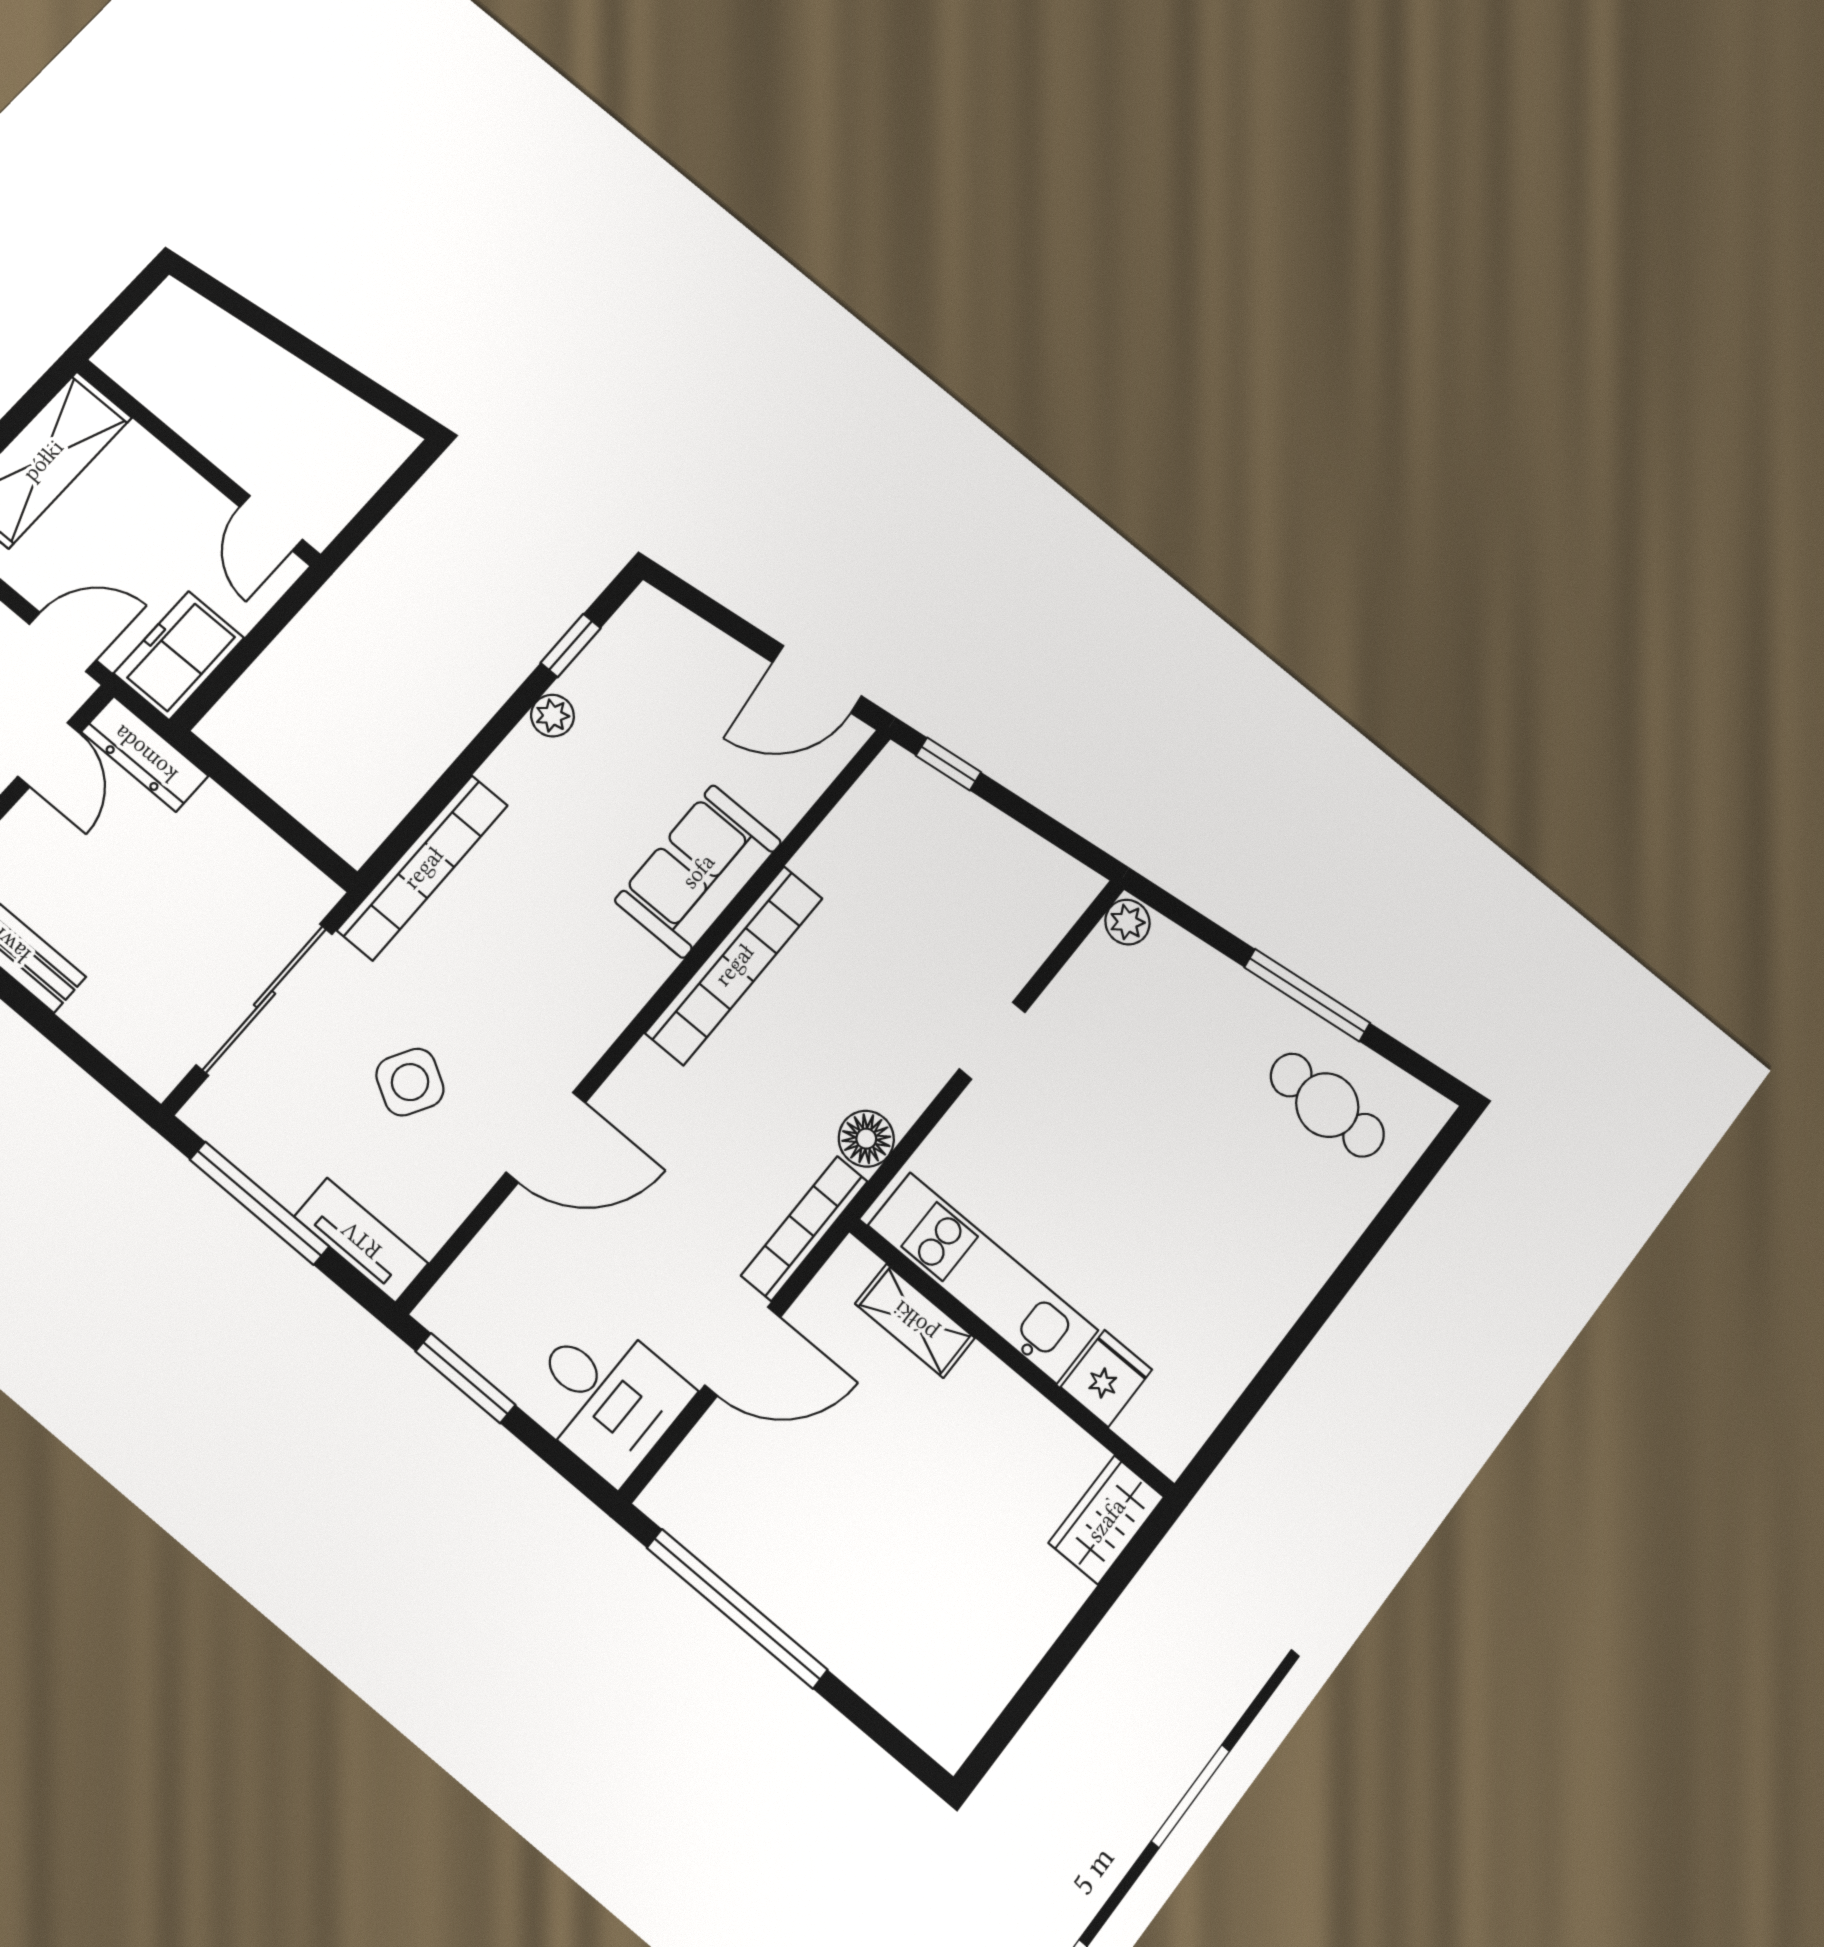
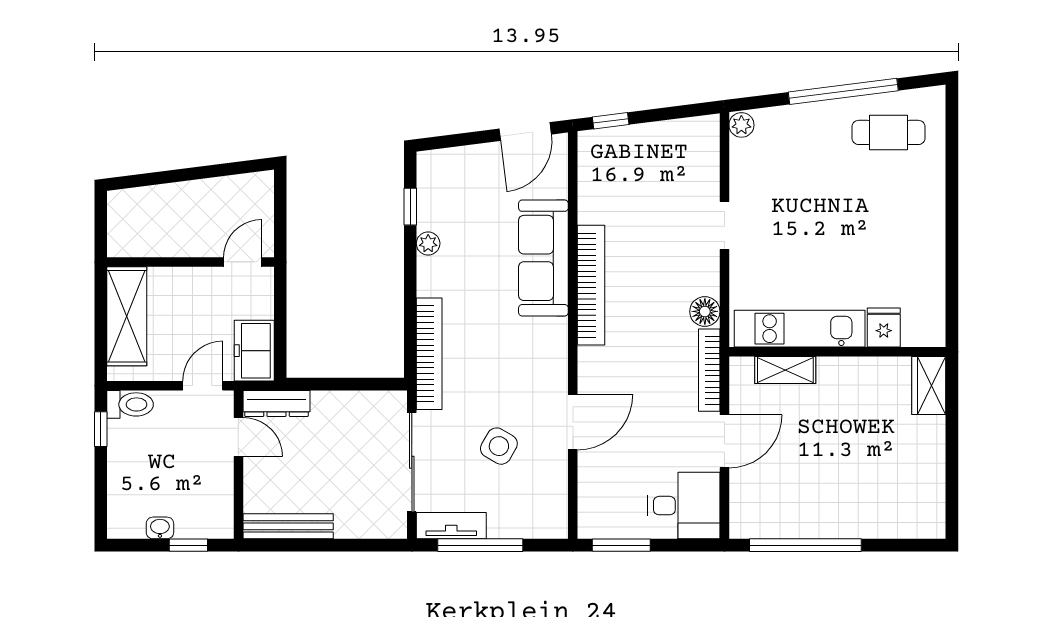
door: (271, 523) -> (243, 262), swing flipped
sofa: (698, 871) -> (543, 258), width x1.36
window: (1307, 995) -> (843, 91), width x1.46
tv unit: (361, 1240) -> (451, 526), moved

